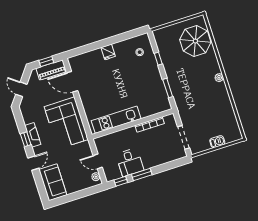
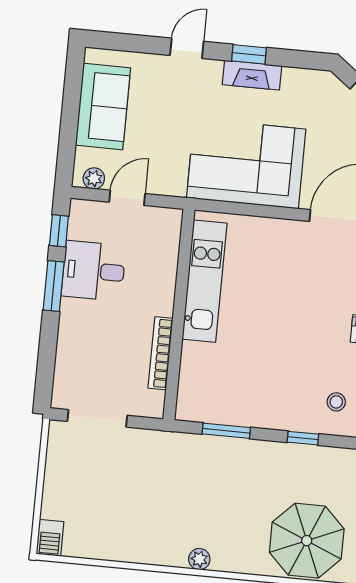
barbecue: (217, 142) -> (50, 538), moved
door: (33, 163) -> (187, 48), swing flipped
sofa: (53, 182) -> (103, 106), moved, turned -90

